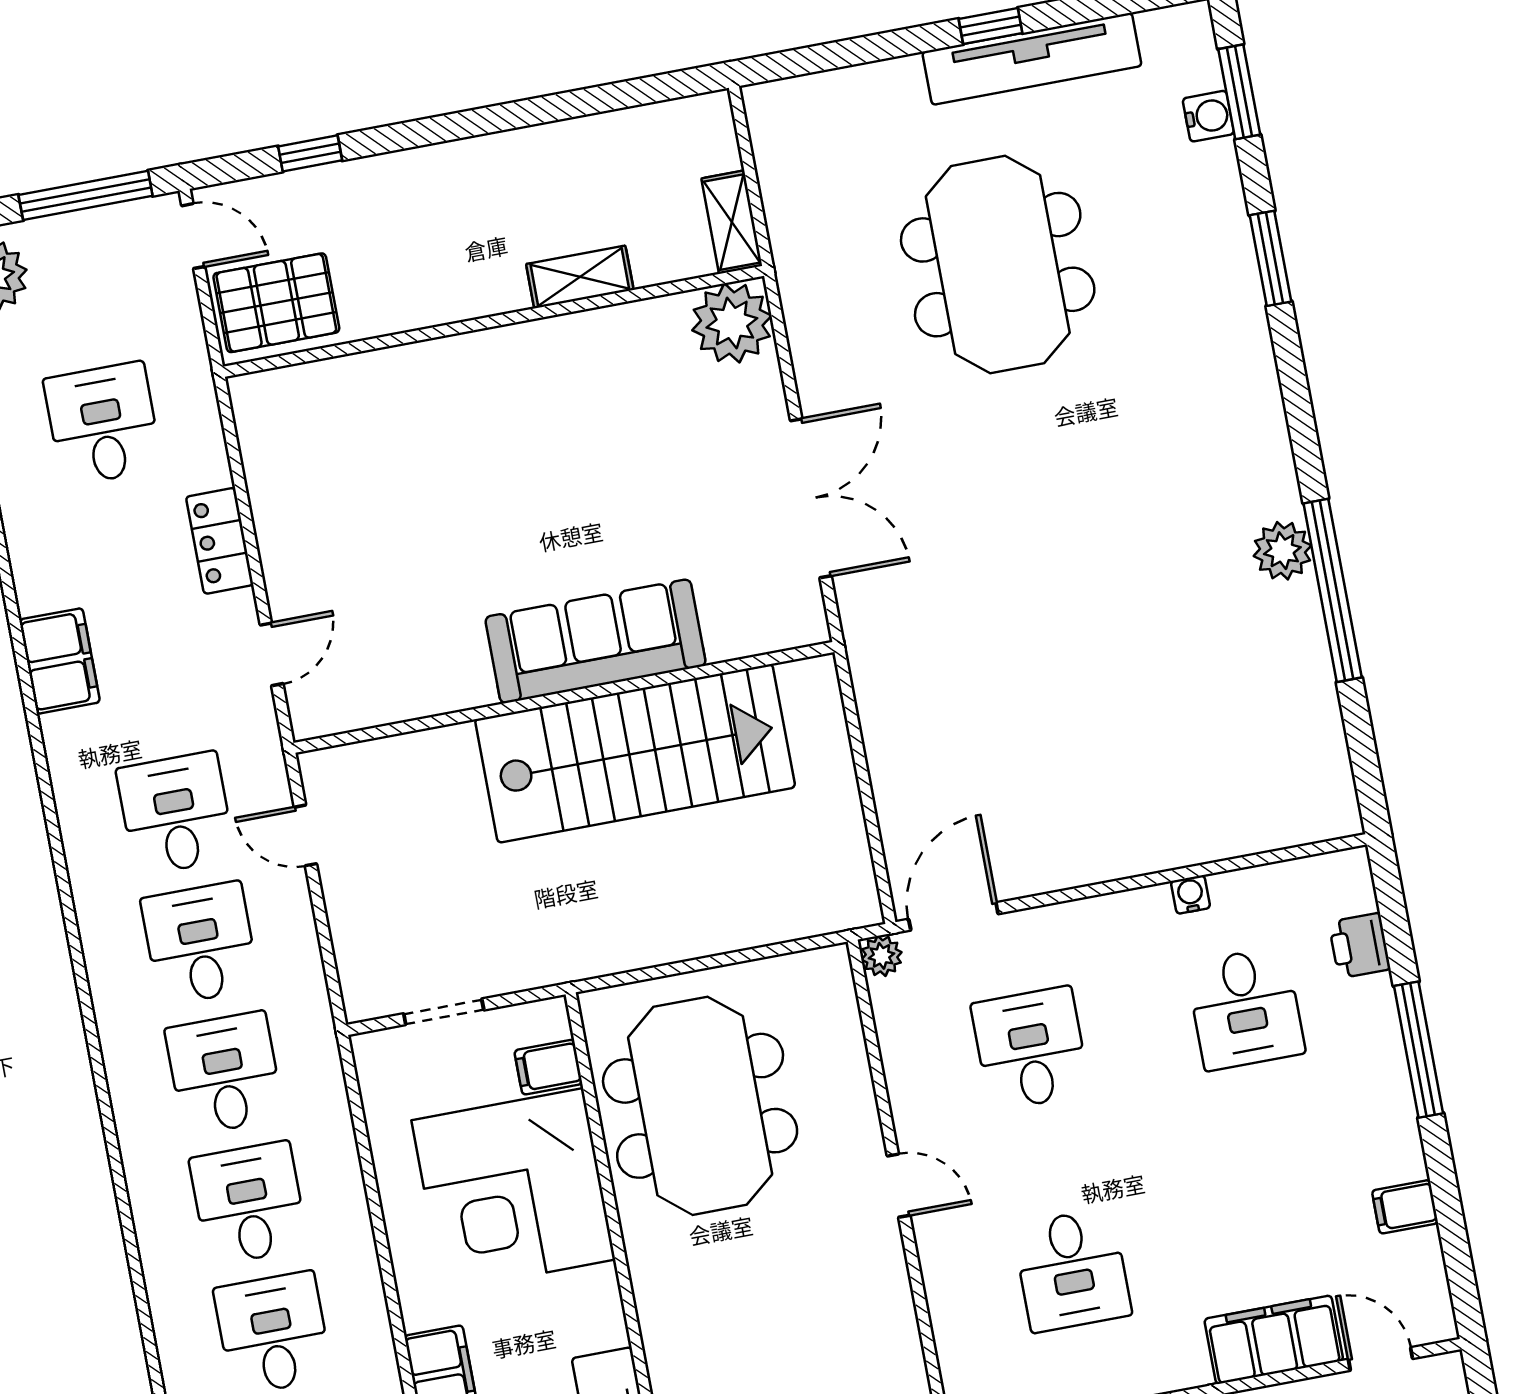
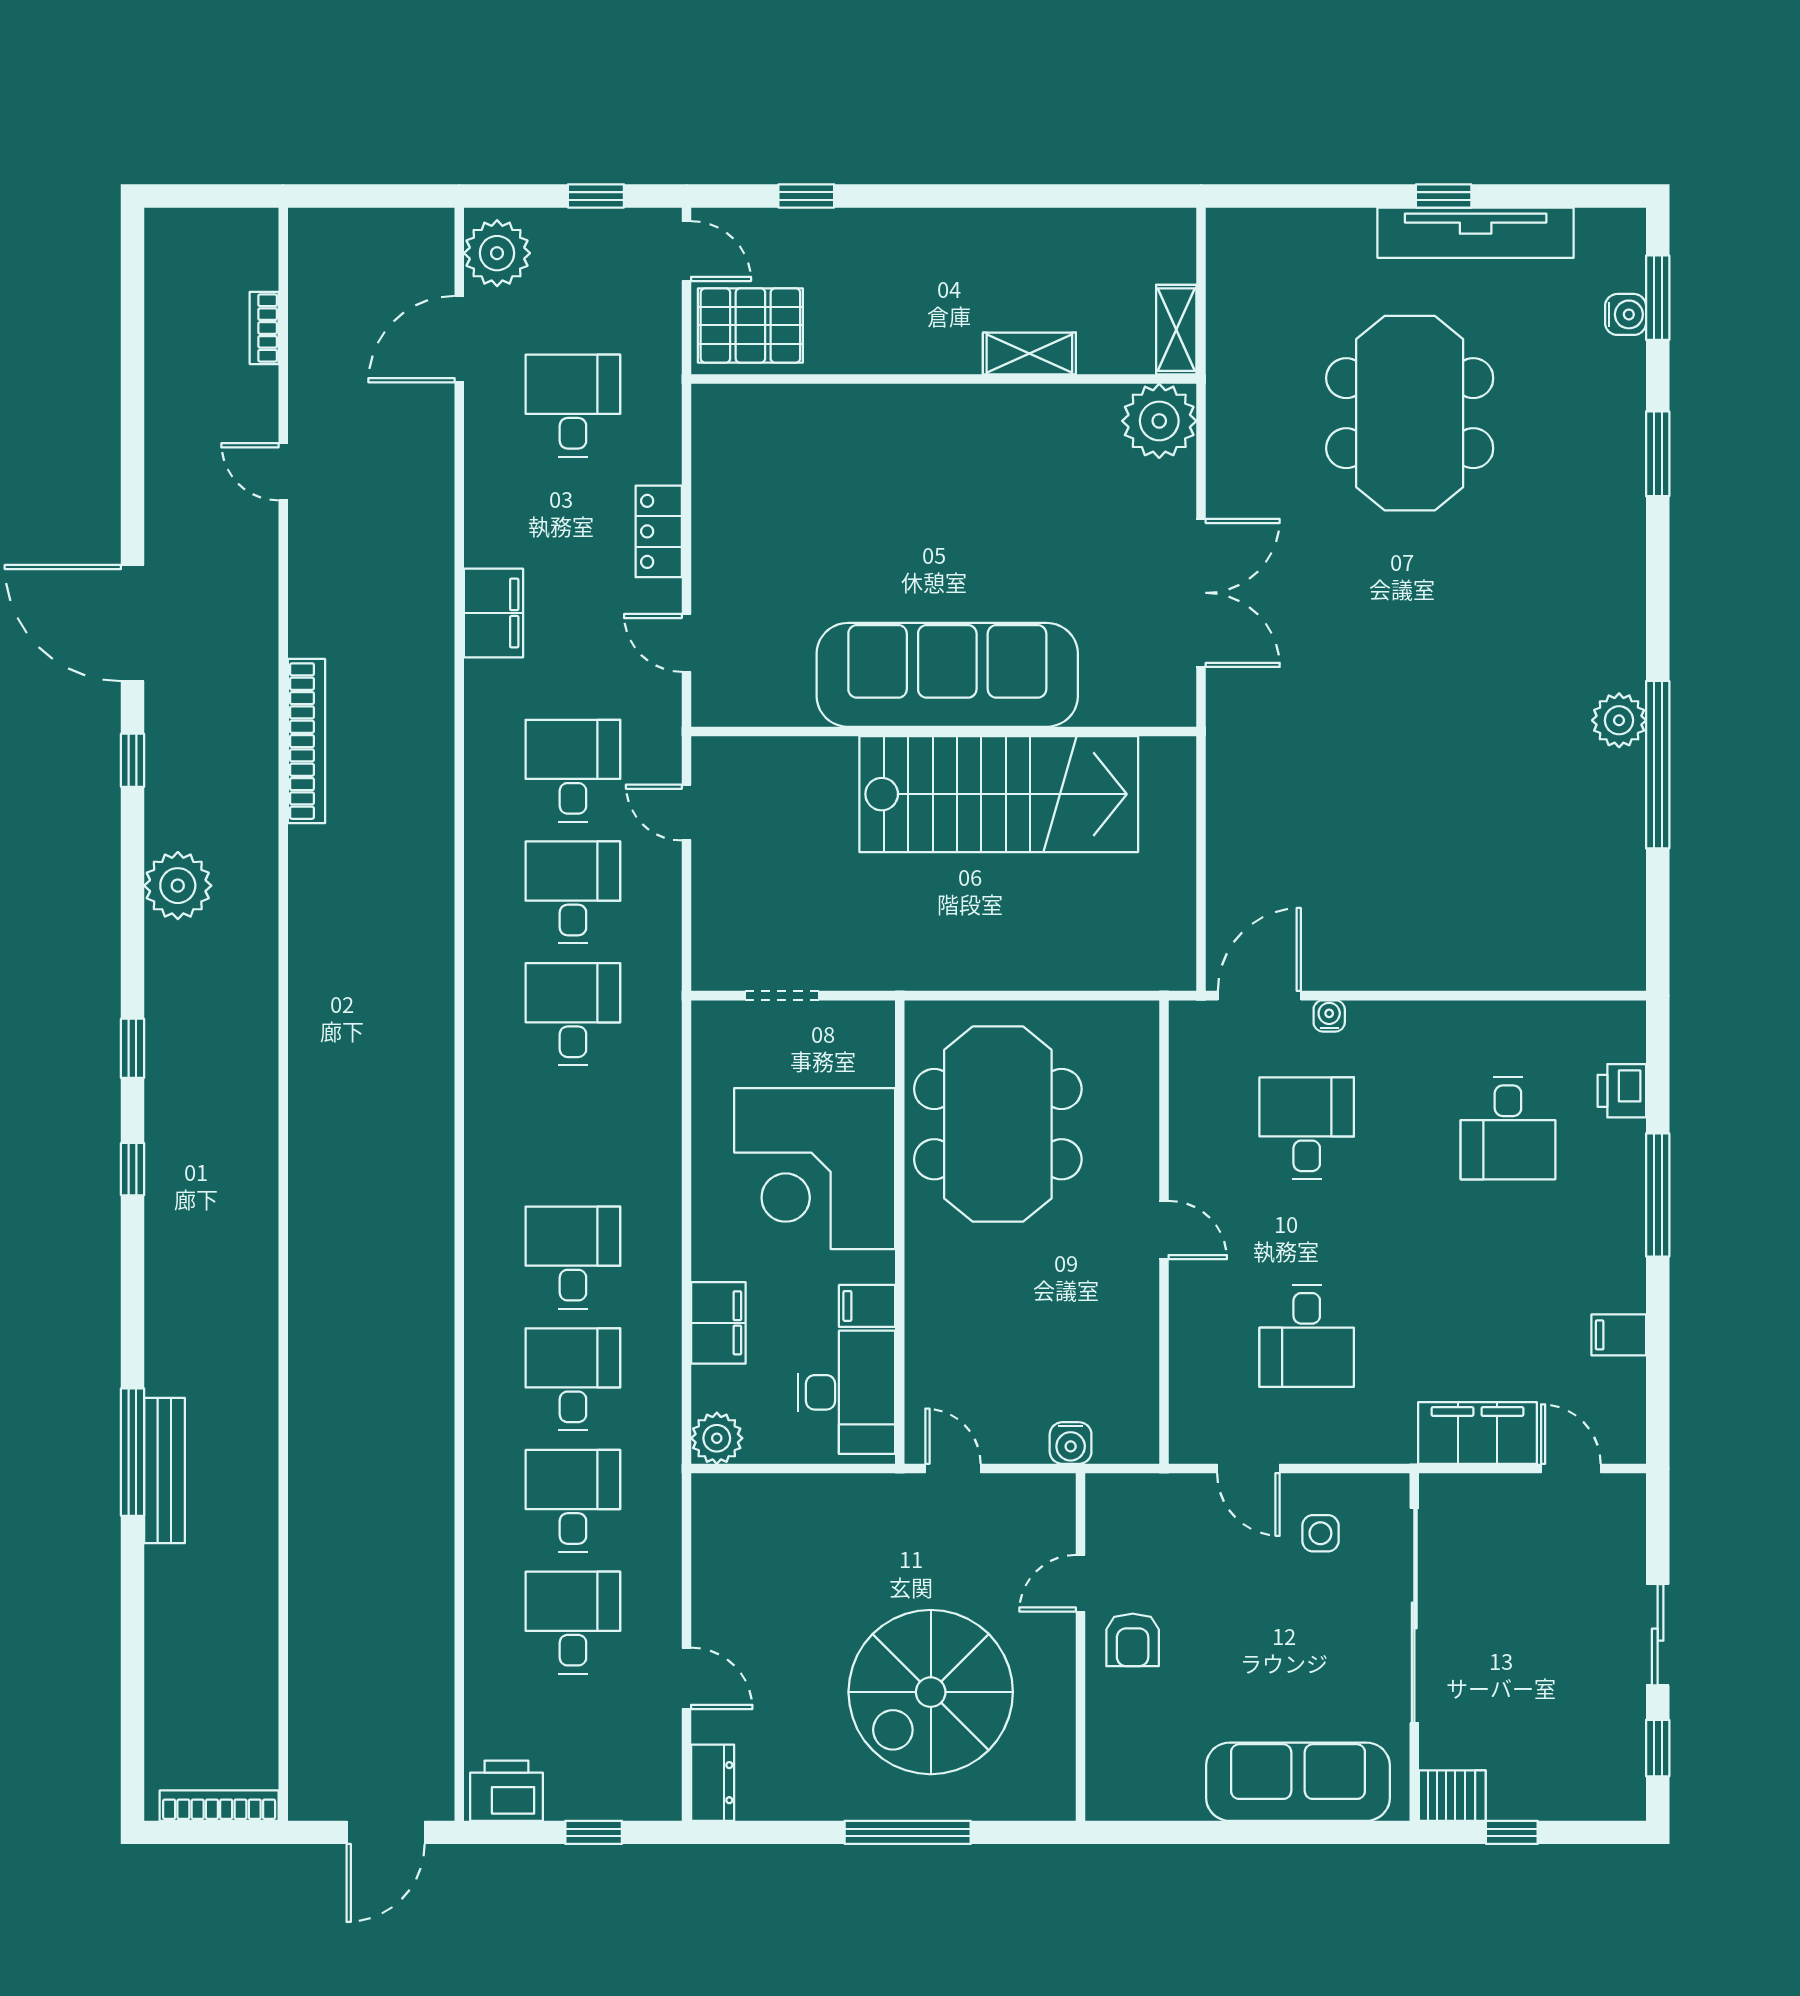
window: (86, 195) -> (596, 196), width x0.46
sofa: (595, 641) -> (947, 675), width x1.36, depth x1.27
door: (272, 654) -> (686, 643), swing flipped
water cooler: (1191, 894) -> (1329, 1016), moved
plant: (882, 956) -> (1187, 1019), removed
filing cabinet: (548, 1067) -> (867, 1306), moved
desk: (249, 1203) -> (573, 1136), removed

